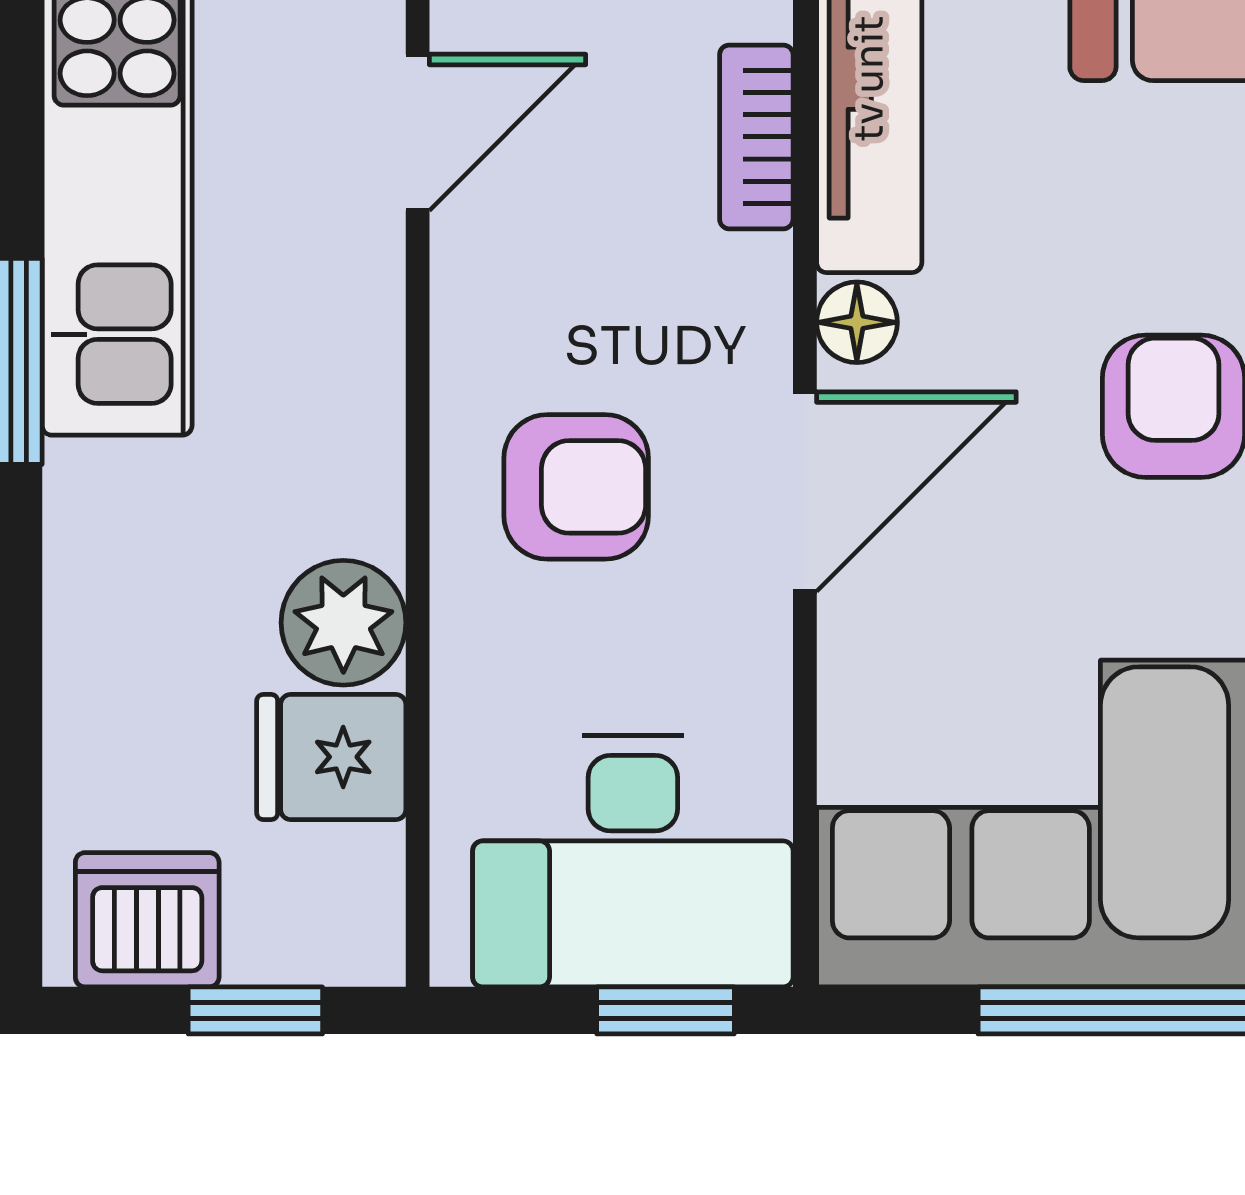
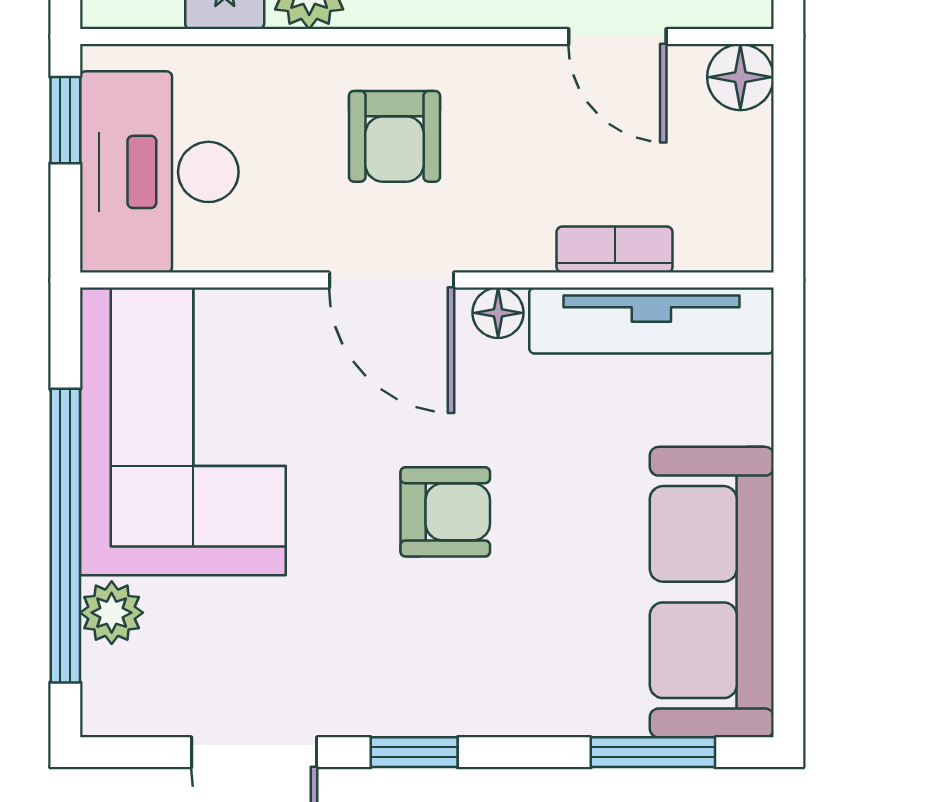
window: (665, 1010) -> (65, 120), moved

